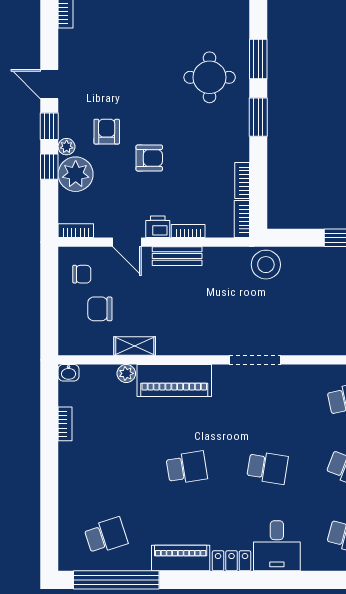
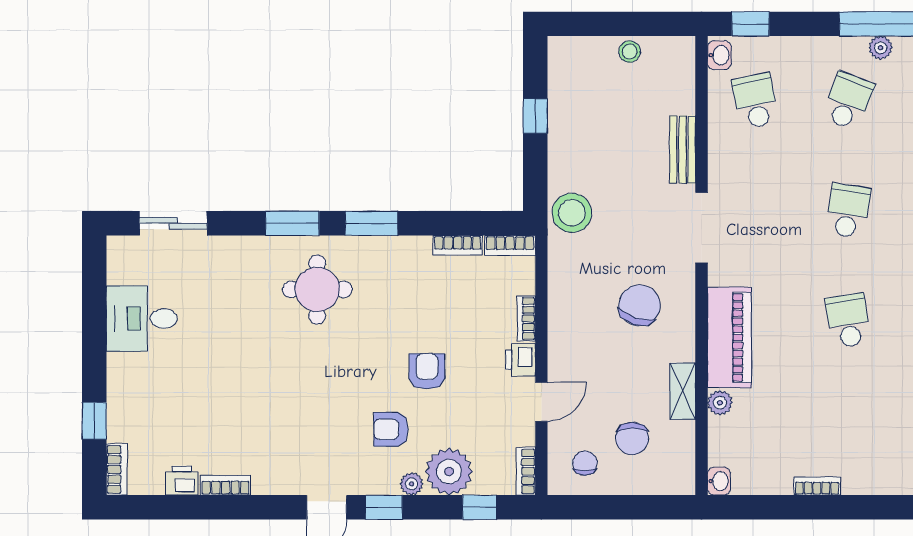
window: (49, 167) -> (480, 507), moved
bench: (177, 256) -> (683, 149), moved
chair: (198, 314) -> (640, 305), added
bookcase: (65, 424) -> (817, 486), moved

